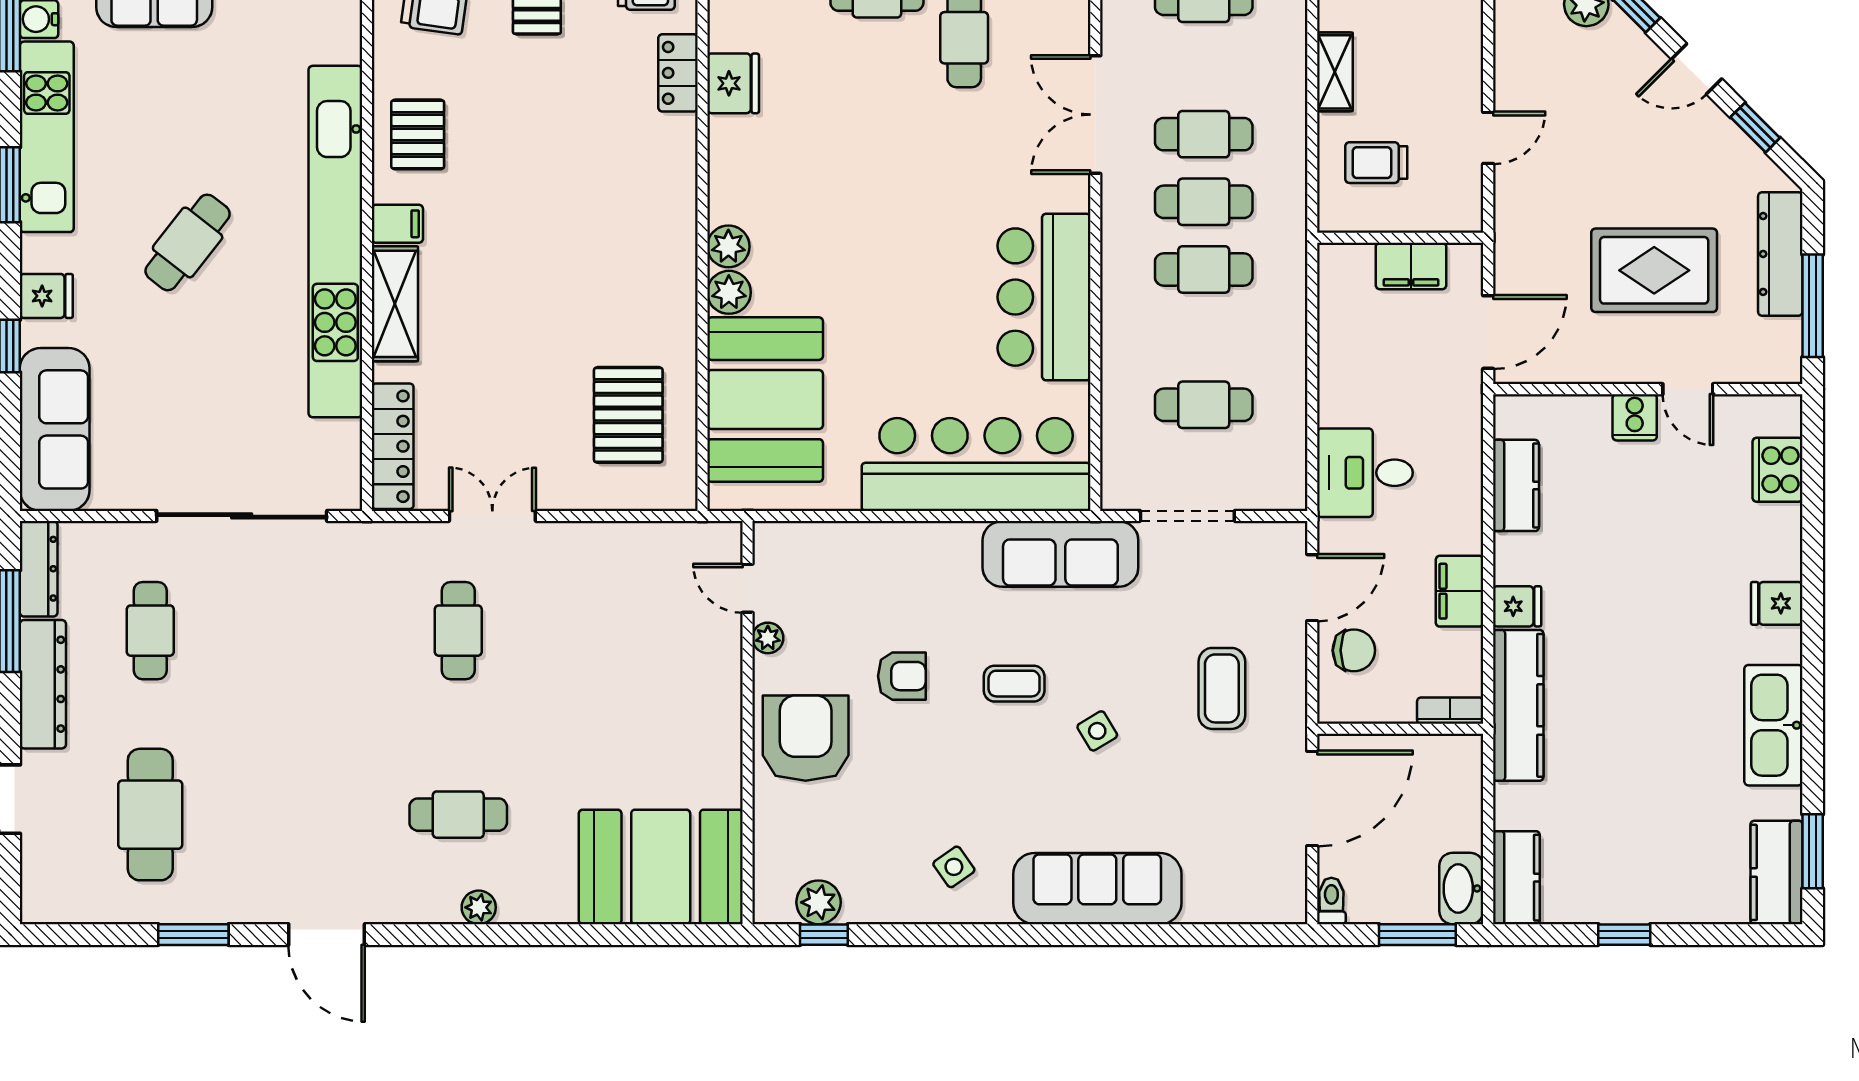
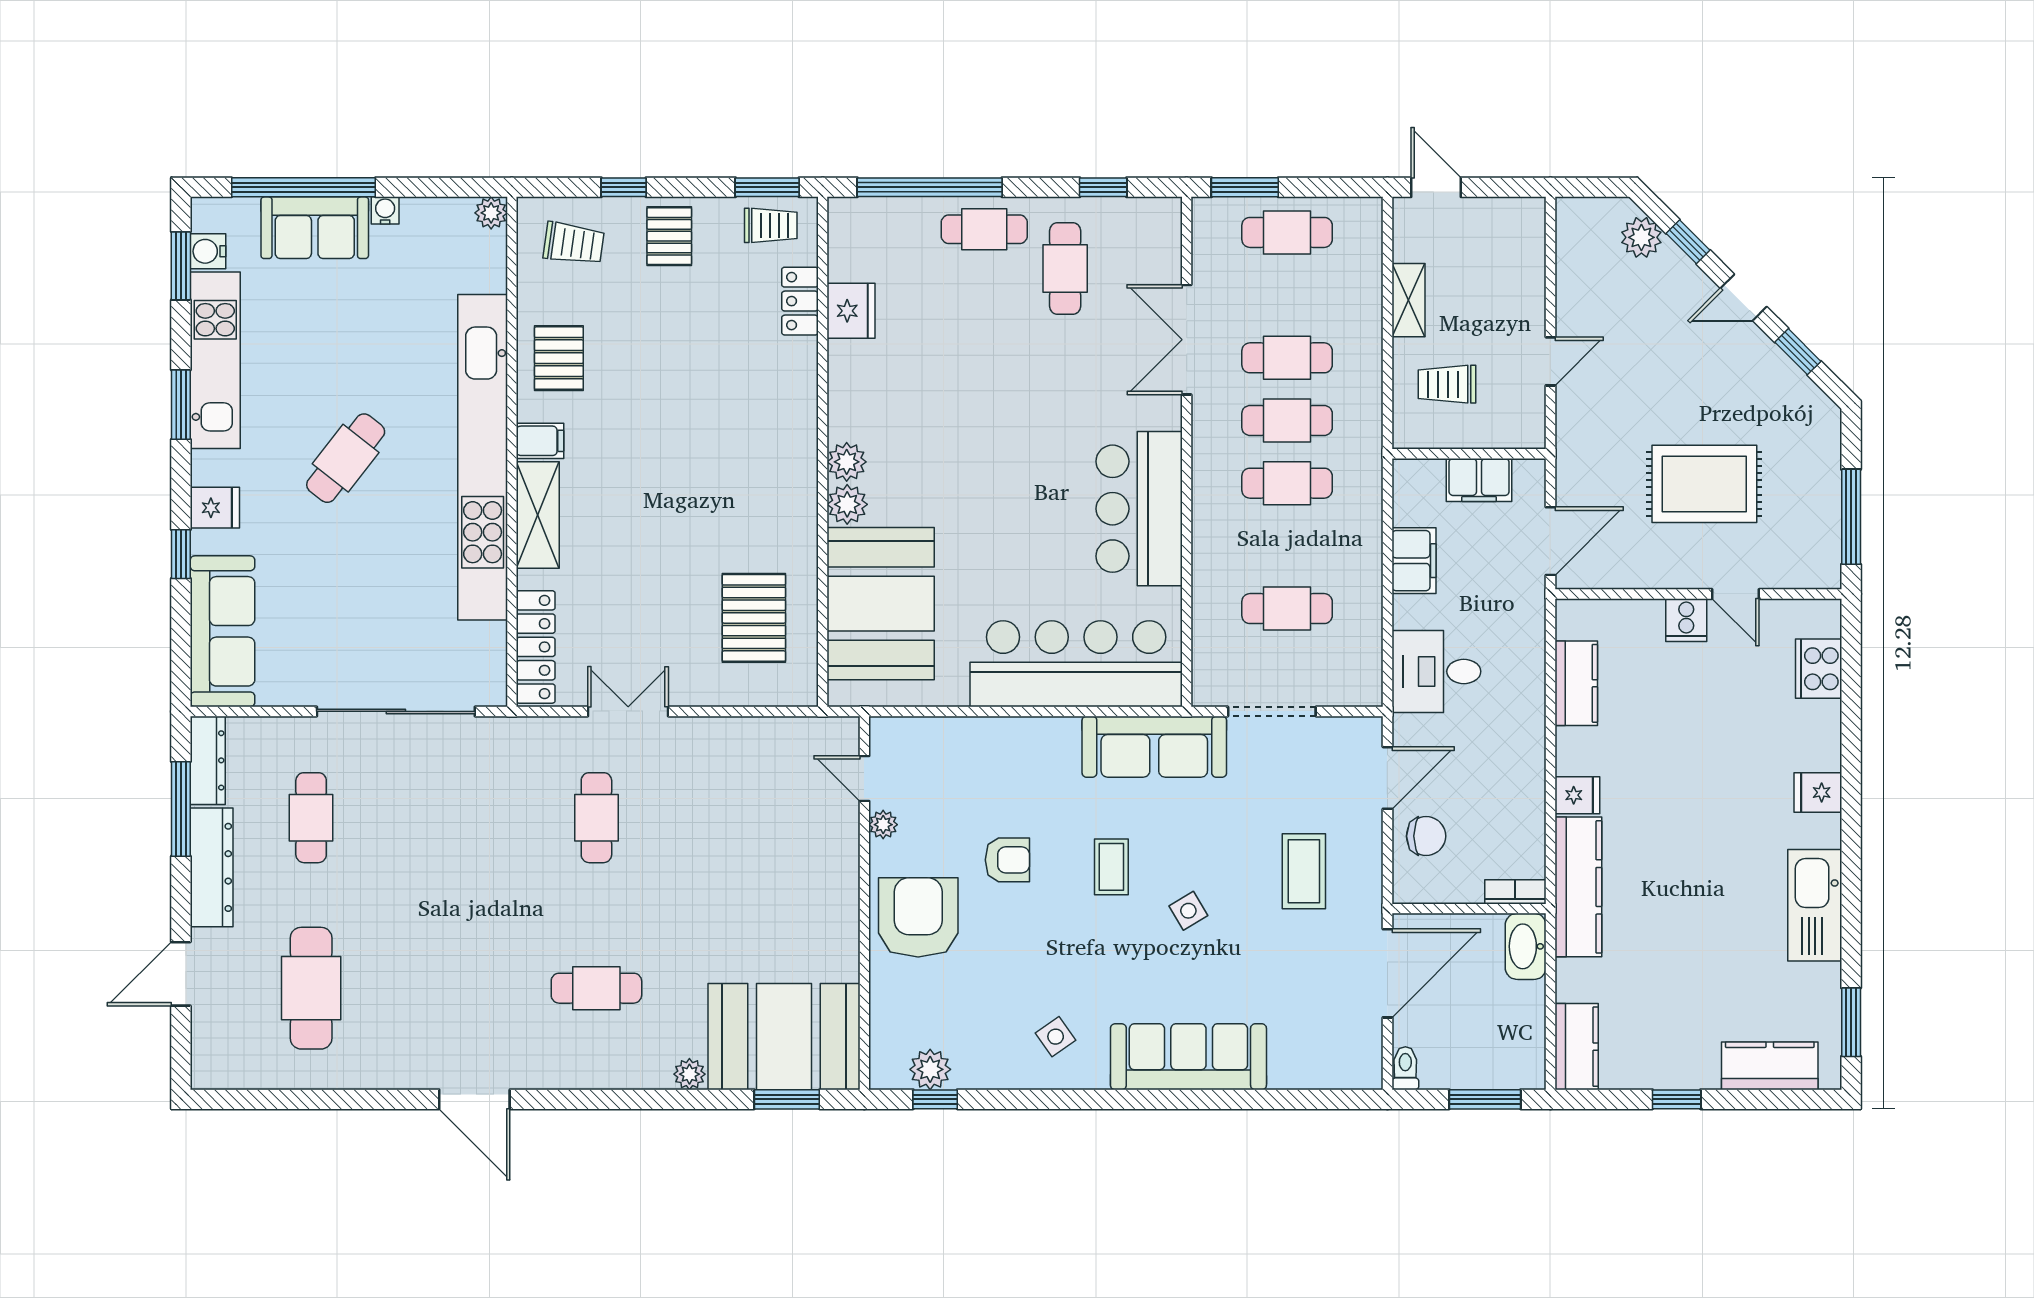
dresser: (1780, 254) -> (1821, 469), removed
filing cabinet: (1460, 591) -> (1414, 561), moved, turned 180
coffee table: (1014, 684) -> (1111, 867), turned 90
kitchen counter: (1776, 872) -> (1770, 1066), moved, turned 90
washbasin: (1461, 888) -> (1526, 946), moved
plant: (479, 907) -> (689, 1074), moved
window: (193, 935) -> (787, 1099), moved

